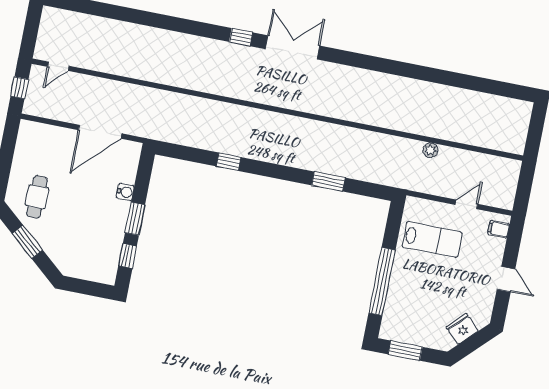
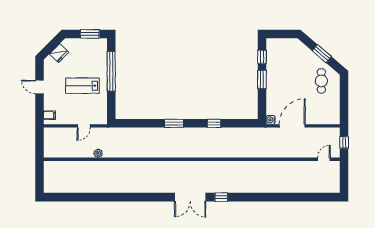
window: (328, 181) -> (174, 123), moved
water cooler: (125, 192) -> (271, 120), moved
door: (466, 204) -> (84, 126), moved
lab bench: (432, 240) -> (82, 86), moved

